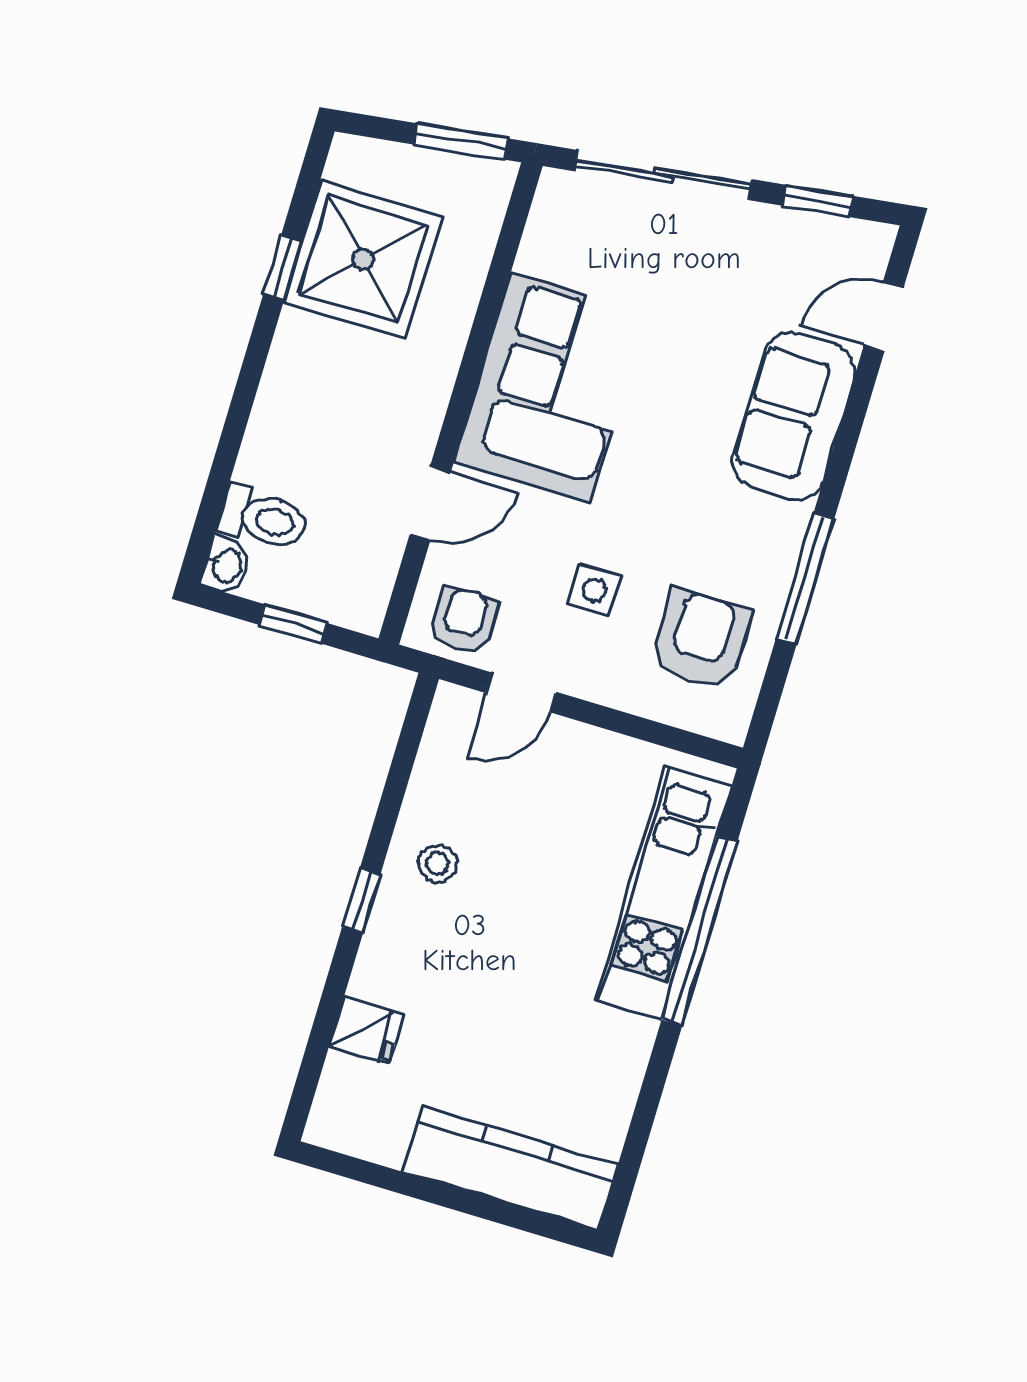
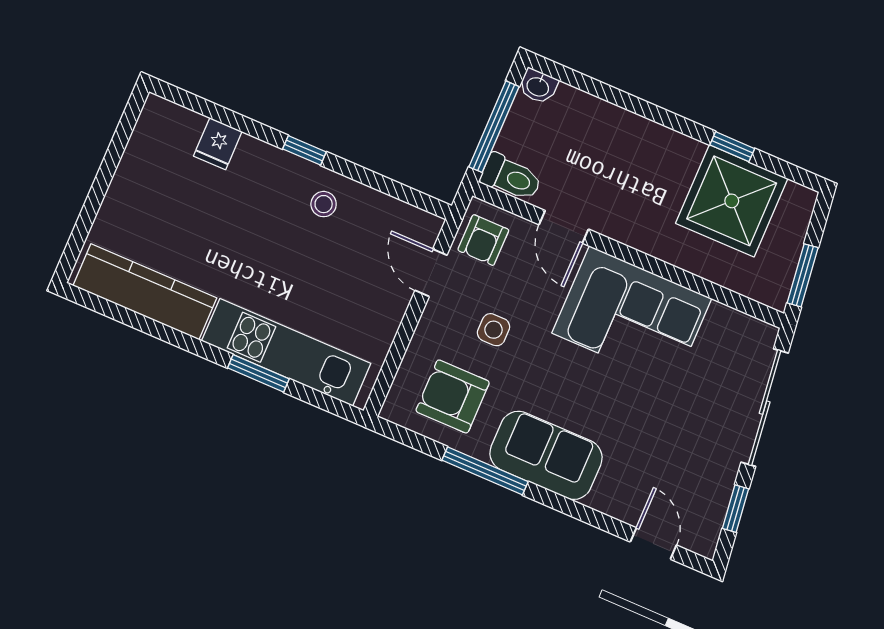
sofa: (794, 416) -> (546, 455), moved
toilet: (263, 518) -> (511, 177), moved, turned -90
armchair: (463, 620) -> (483, 240), turned 90
window: (294, 624) -> (494, 127), width x2.17
armchair: (700, 639) -> (453, 396), turned 180
window: (699, 931) -> (258, 373), width x0.47
kitchen counter: (510, 1169) -> (145, 292), moved, turned -90

